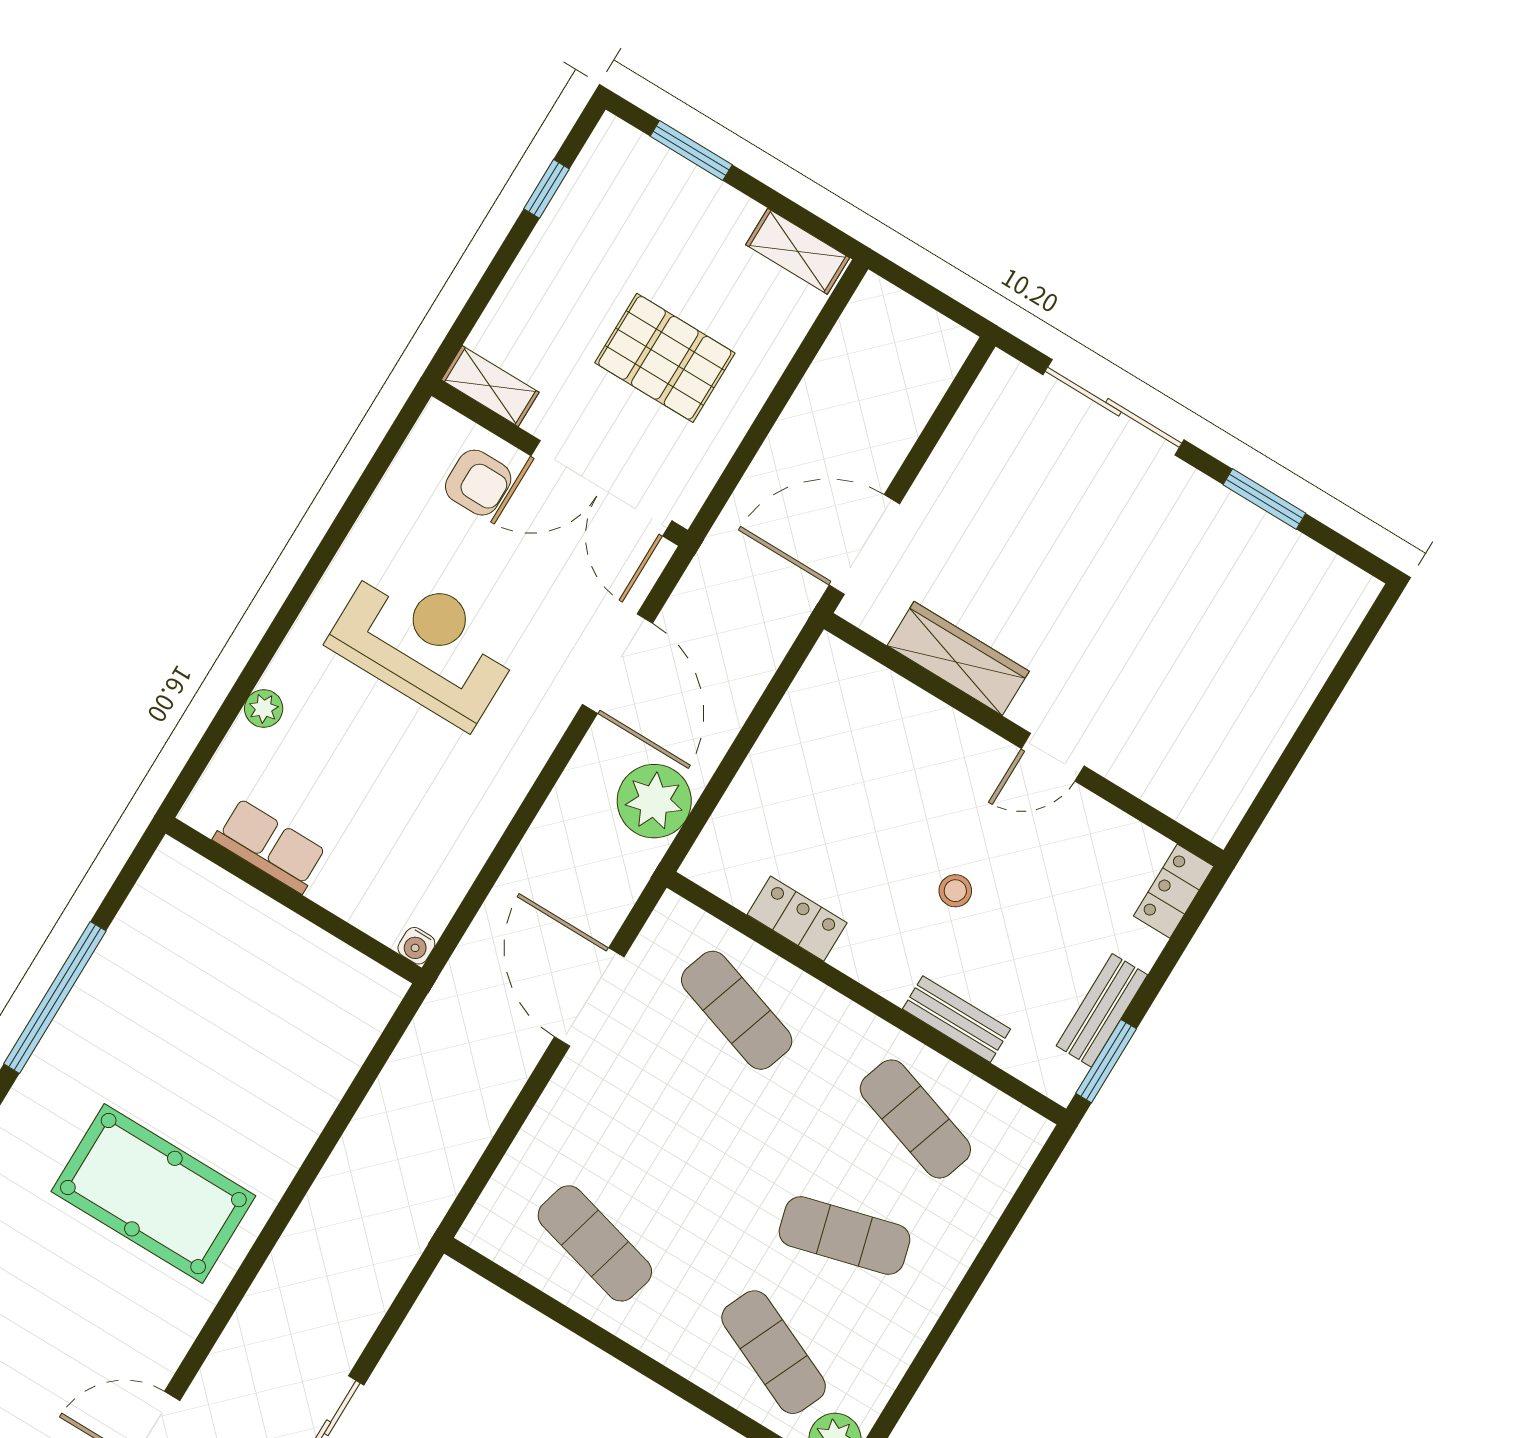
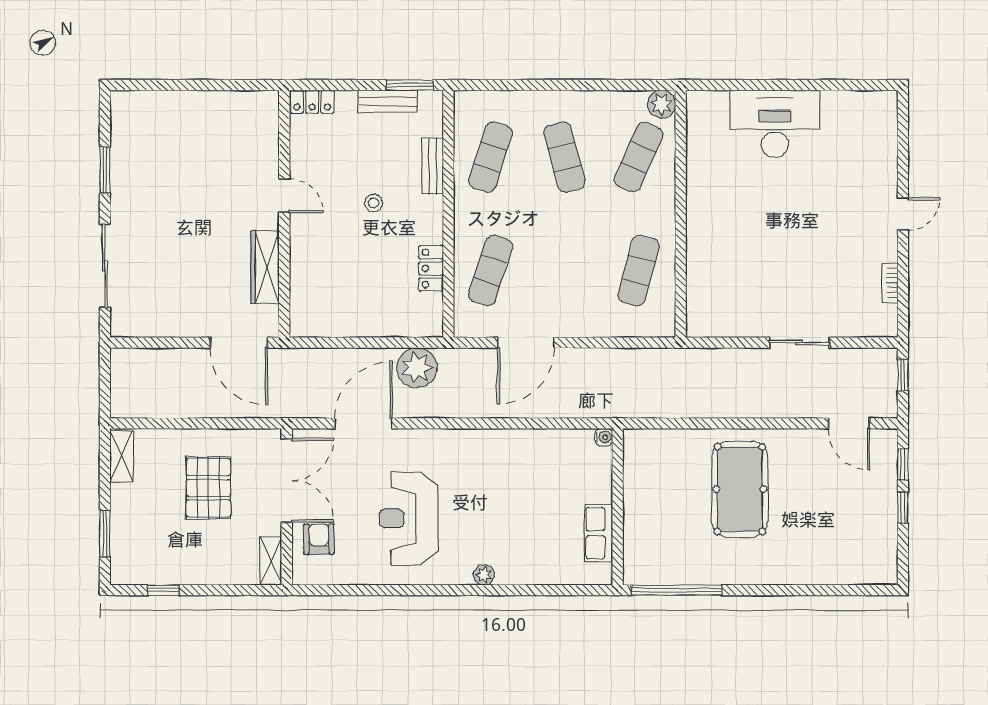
row of seats: (270, 846) -> (599, 533), moved
wall: (294, 901) -> (618, 507), moved
water cooler: (416, 946) -> (604, 437), moved

